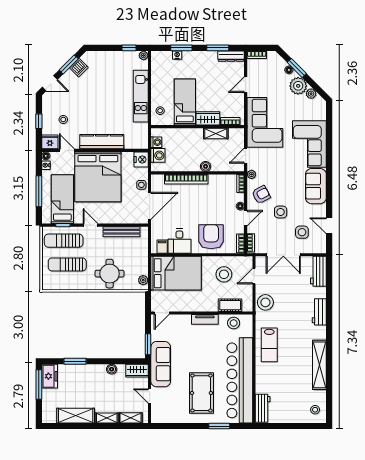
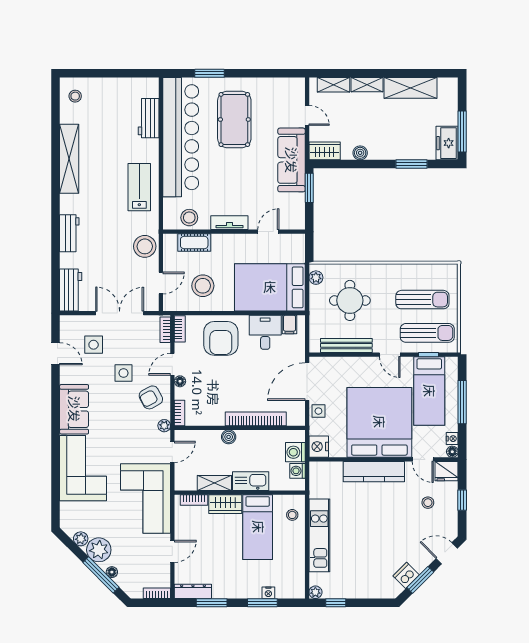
window: (297, 68) -> (101, 575), width x1.44
kitchen sink: (190, 135) -> (251, 481), added
round table: (110, 274) -> (350, 300), moved
door: (162, 313) -> (268, 232), moved
workbench: (263, 408) -> (149, 118), moved

